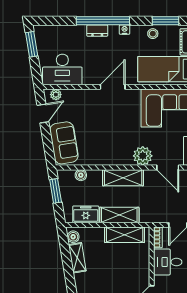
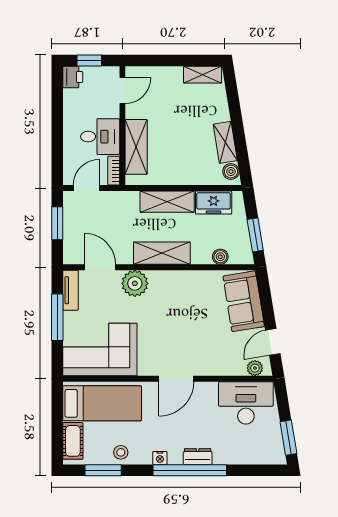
shelving: (125, 235) -> (136, 147), moved, turned 90

